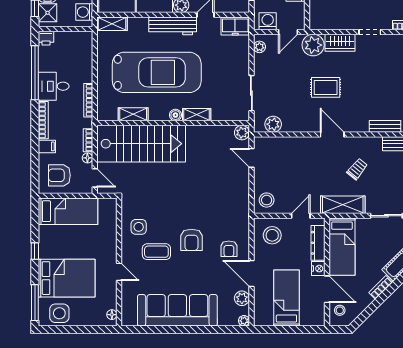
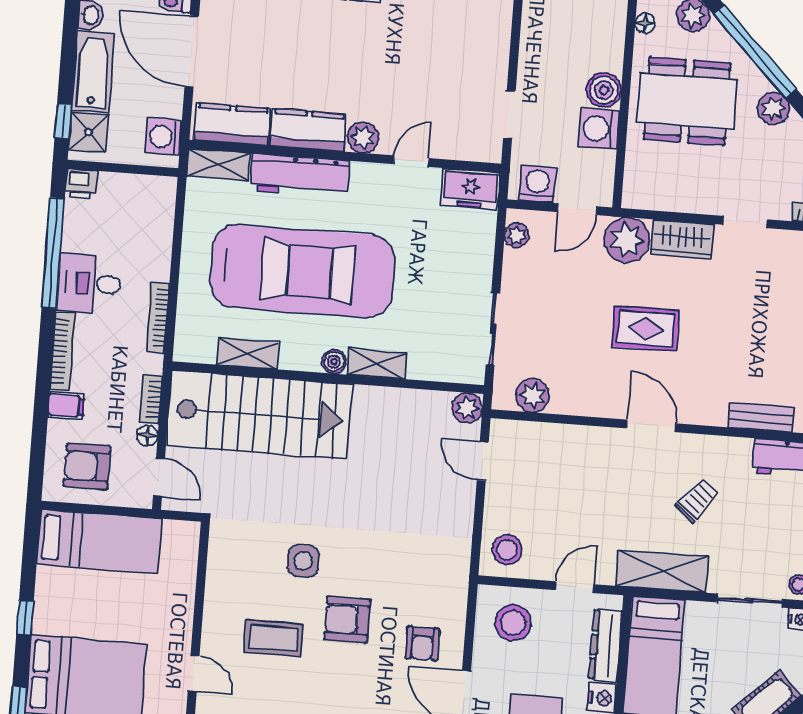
workbench: (173, 26) -> (300, 175), moved
side table: (139, 227) -> (303, 561), moved
armchair: (191, 240) -> (347, 619), turned 90

